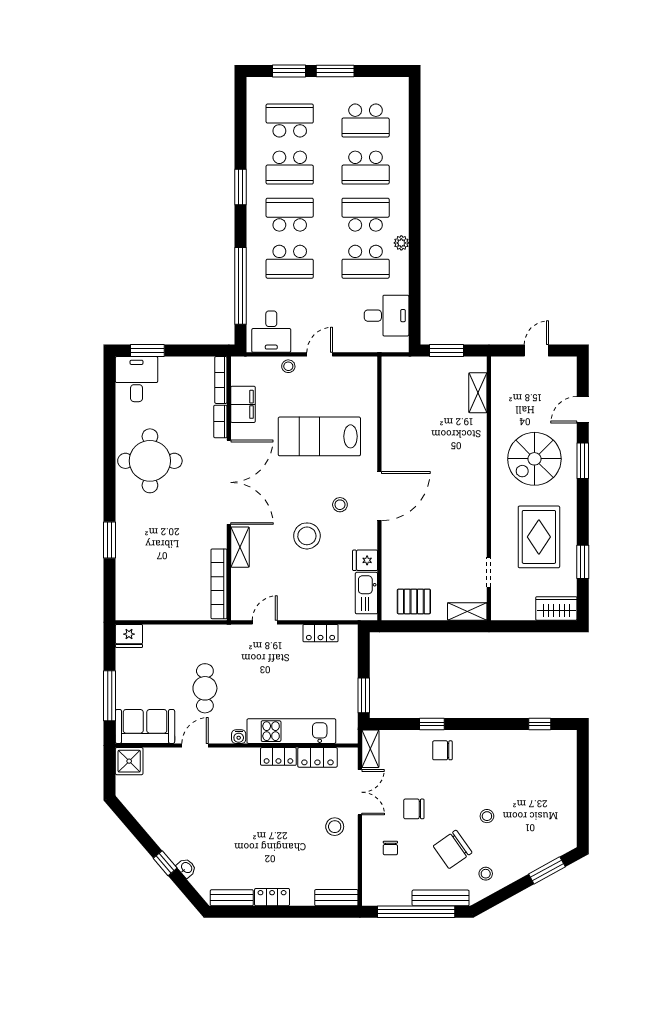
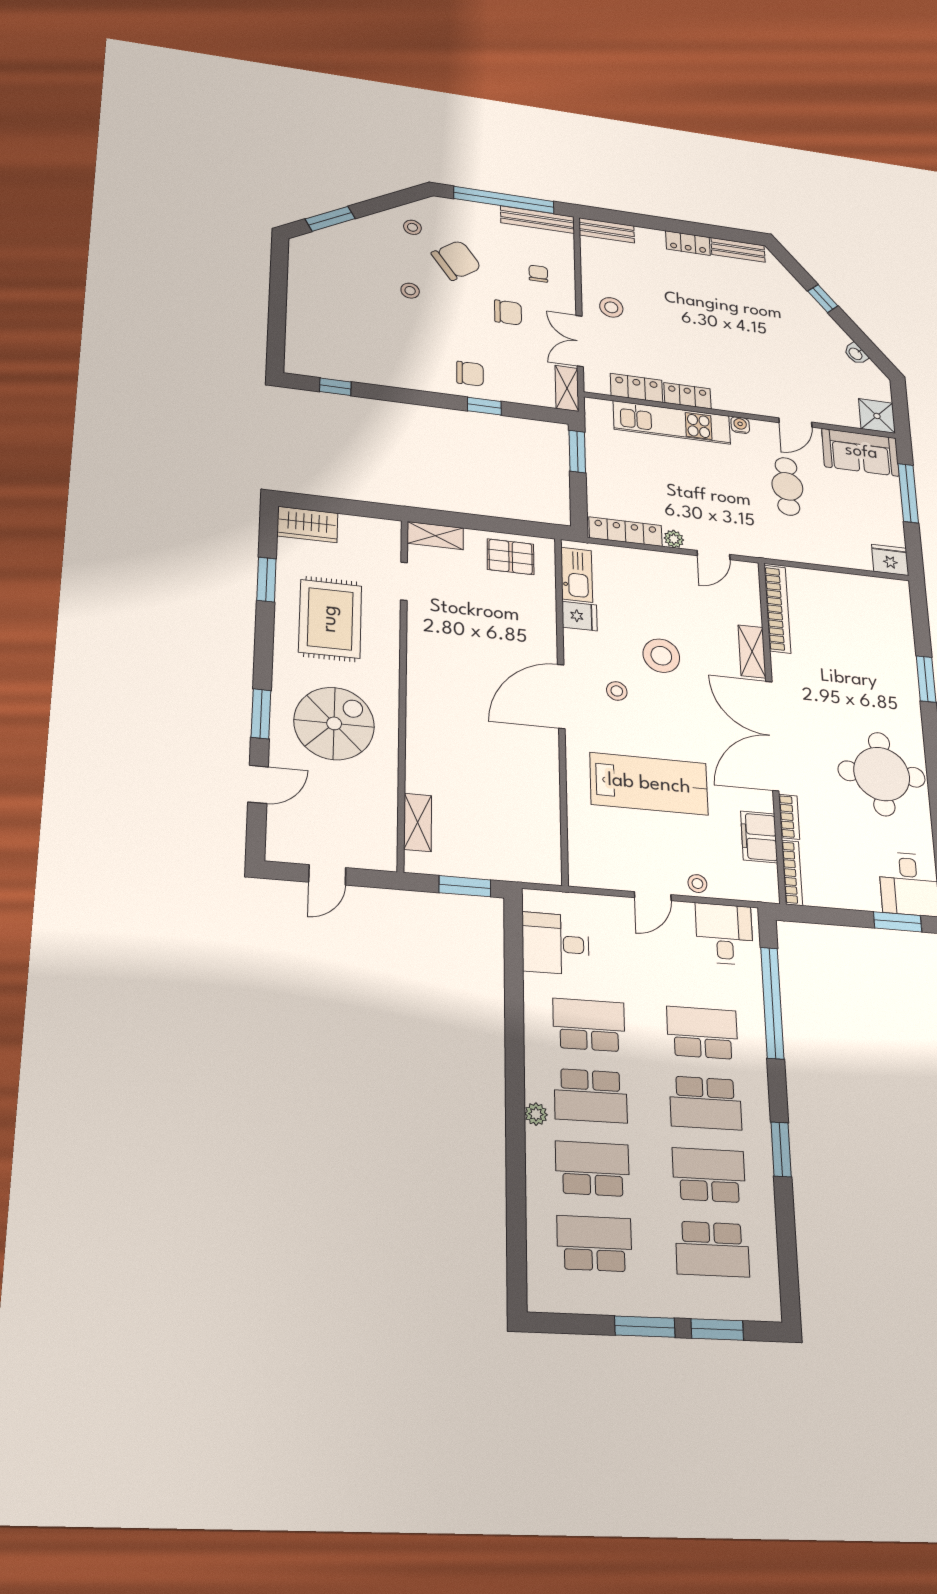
plant: (401, 243) -> (536, 1114), moved
plant: (294, 632) -> (674, 539), added
locker: (321, 633) -> (626, 532), width x1.53
washbasin: (186, 868) -> (856, 354), moved
bench: (441, 898) -> (538, 220), moved

